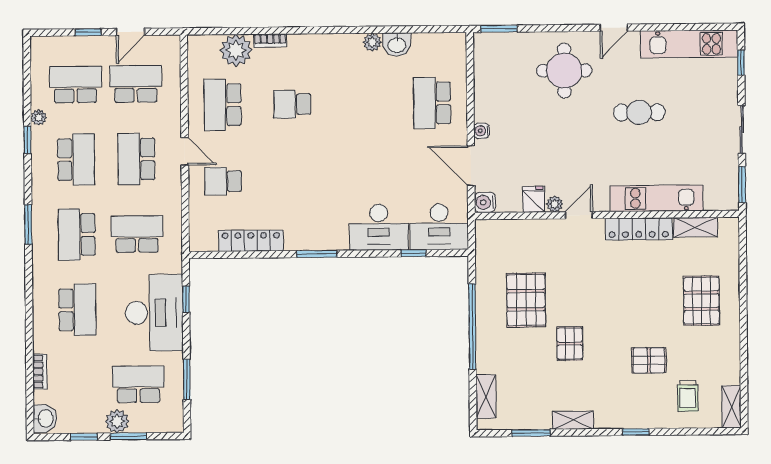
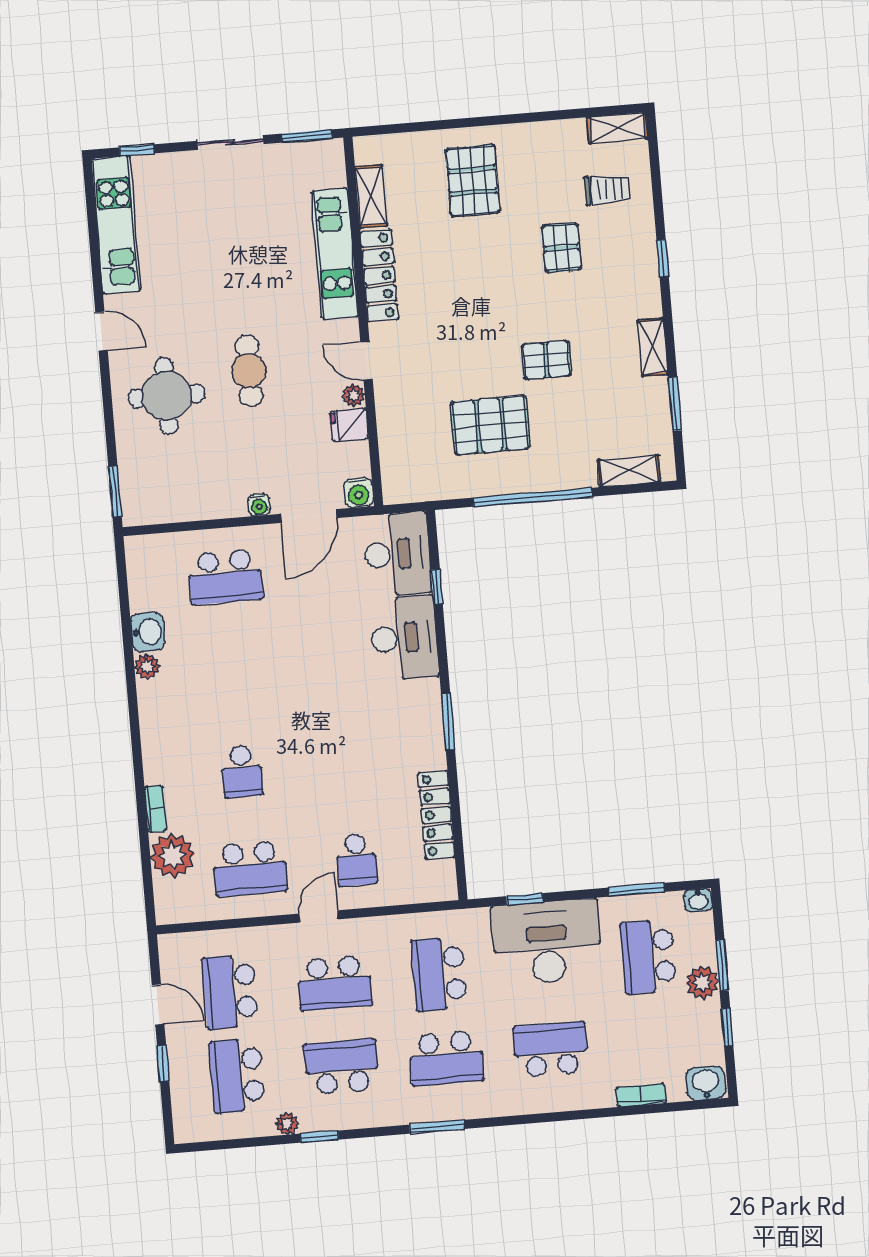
cafe table: (639, 112) -> (249, 371), moved
pallet: (701, 301) -> (473, 181), turned 90
washbasin: (176, 423) -> (698, 900), added

